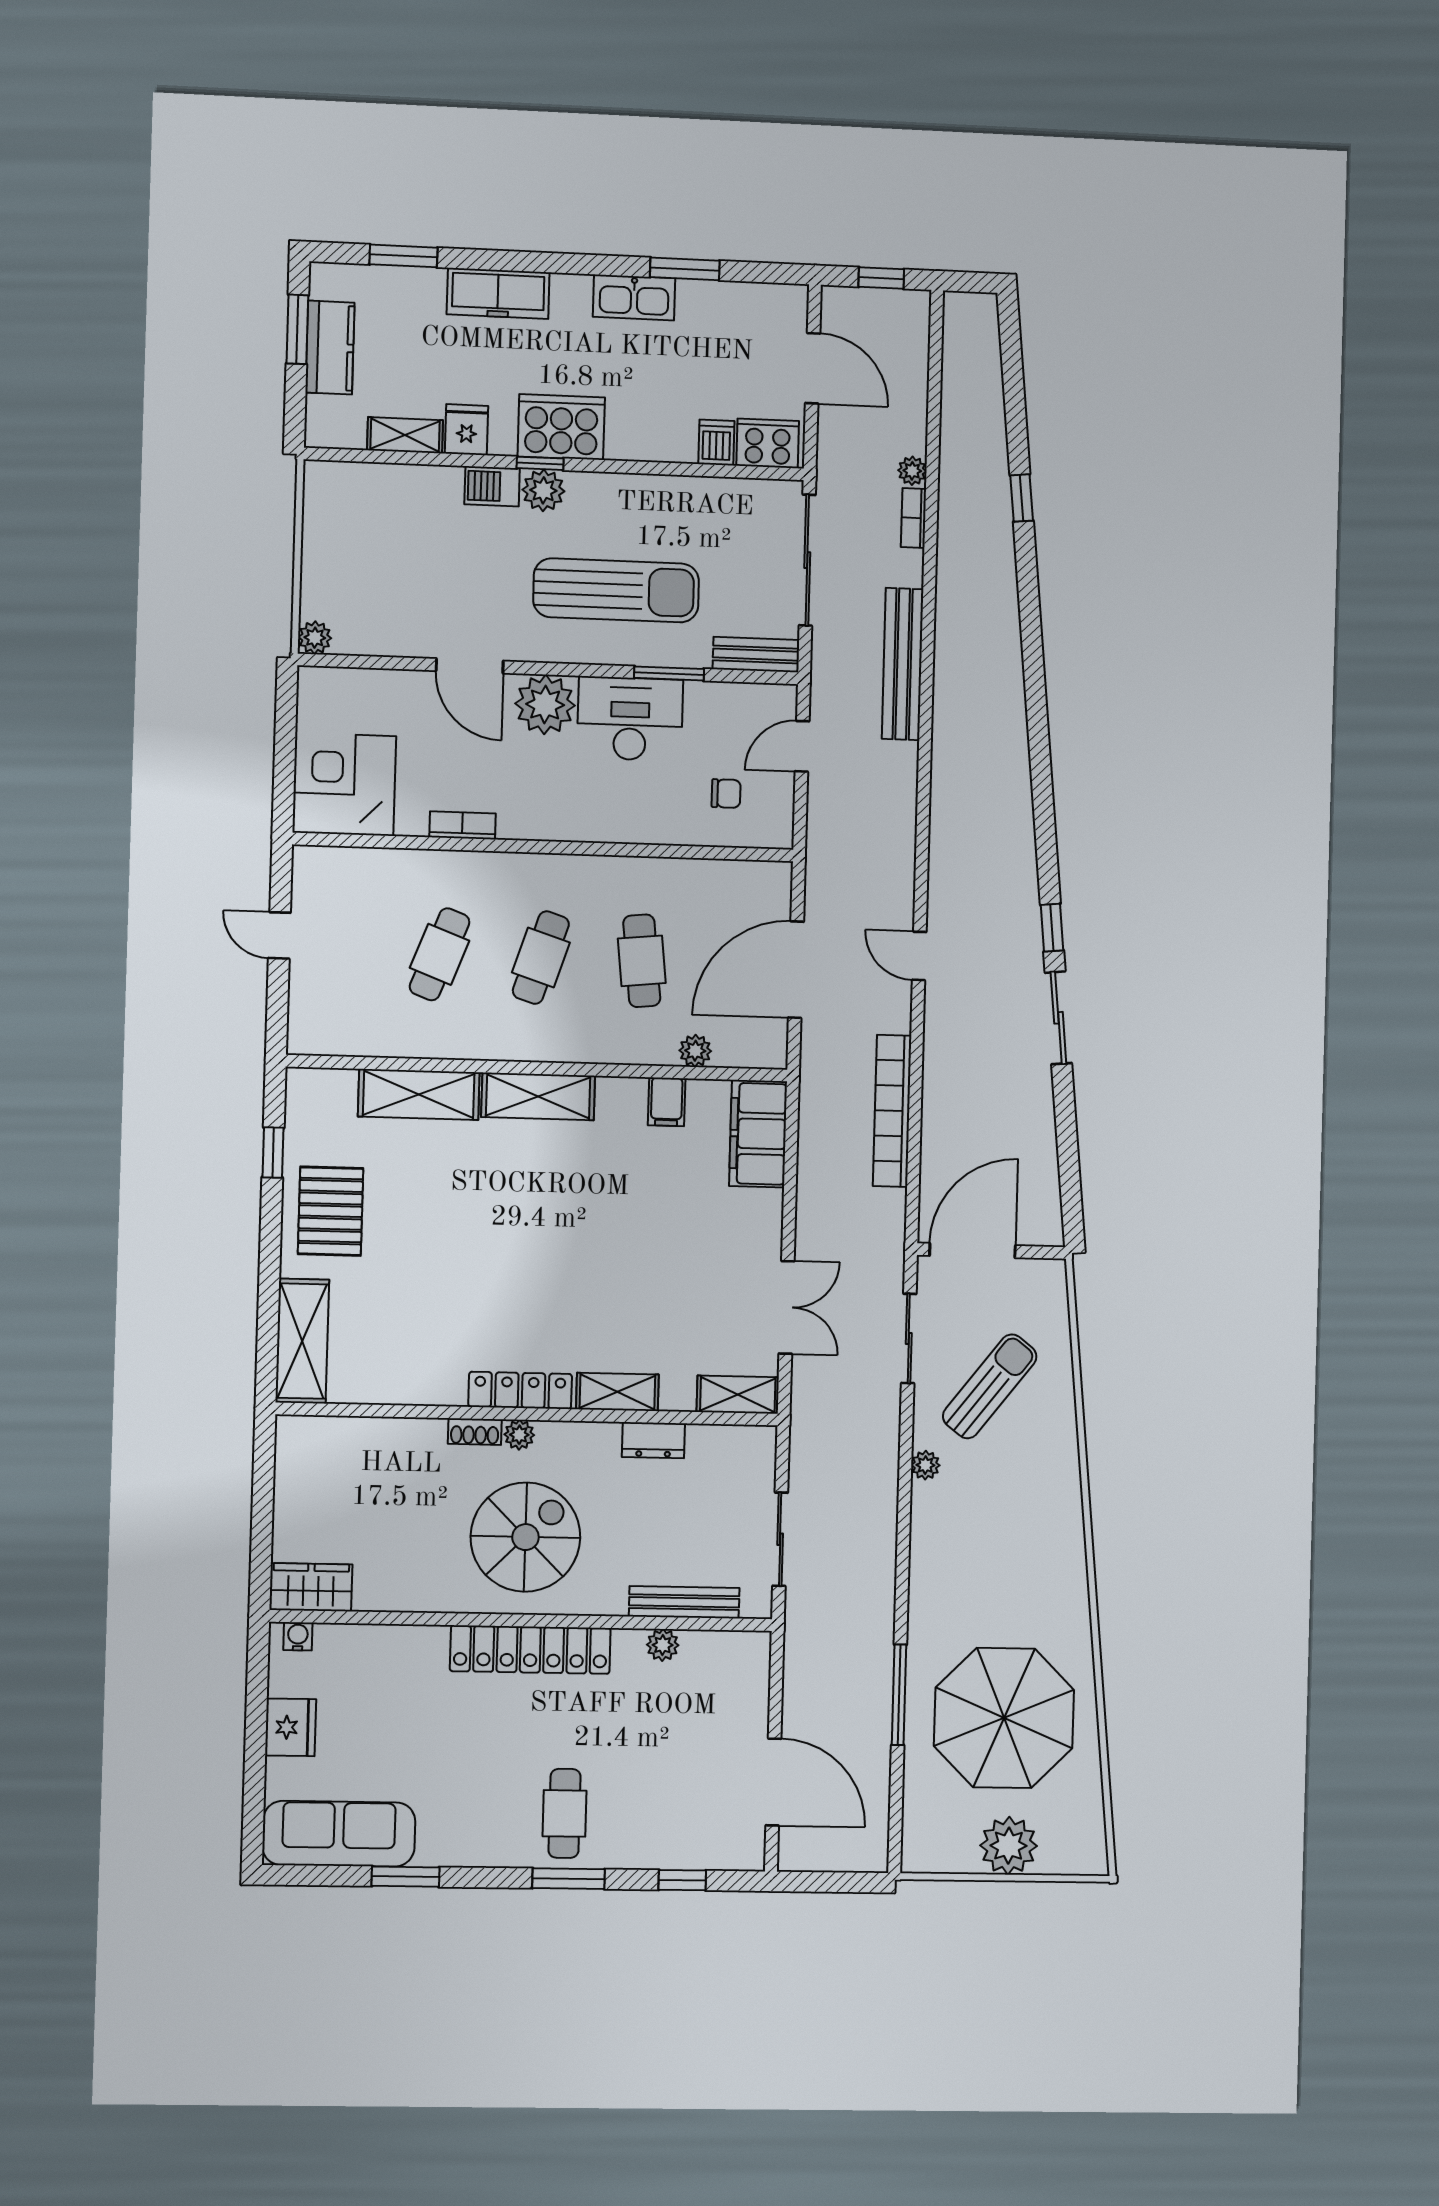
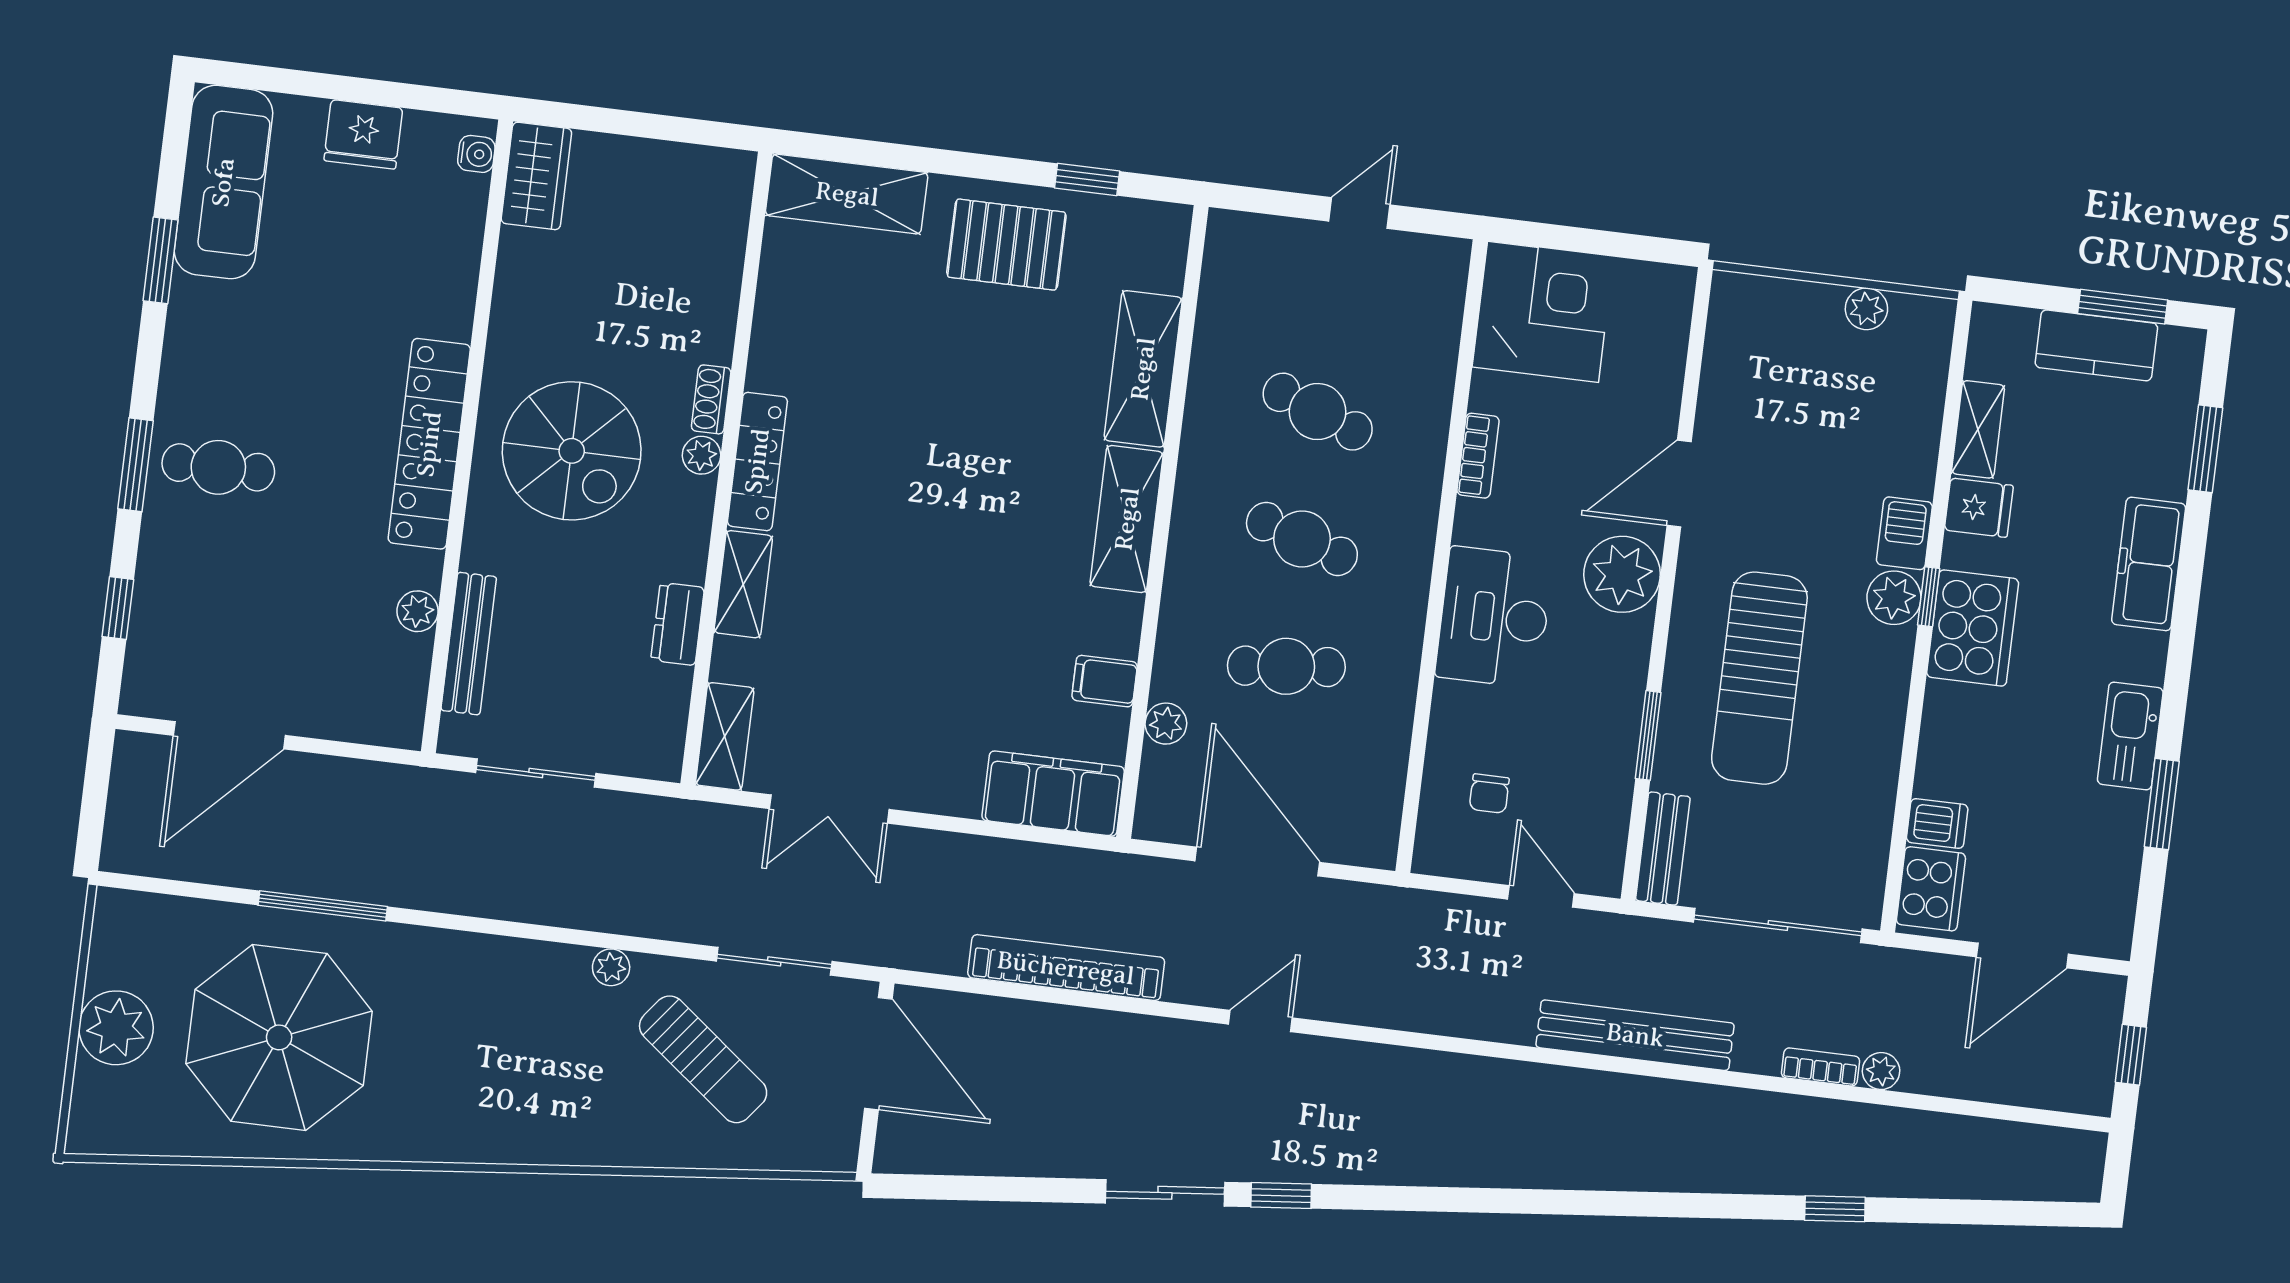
plant: (315, 638) -> (1866, 309), moved
desk: (630, 719) -> (1494, 617), moved, turned 180

